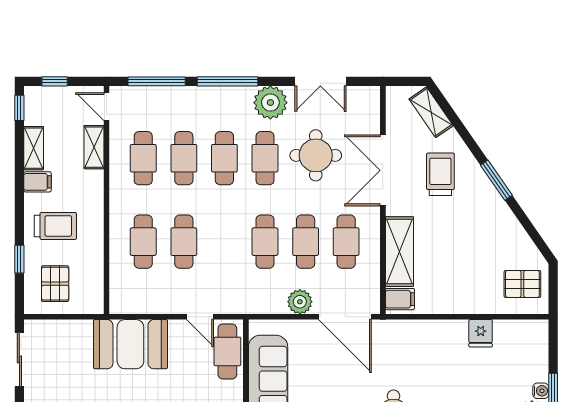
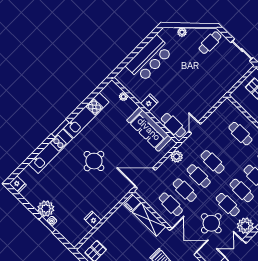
cafe table: (184, 242) -> (213, 162), moved
plant: (300, 302) -> (177, 157), moved
door: (200, 317) -> (195, 128), hinge flipped
booth: (130, 344) -> (209, 94), removed

